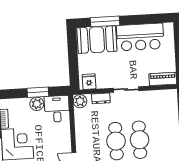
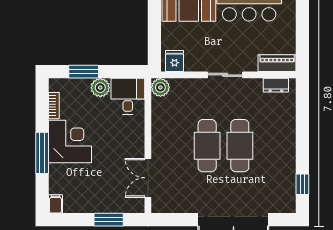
window: (38, 92) -> (84, 72), moved
dresser: (101, 98) -> (276, 85), moved

